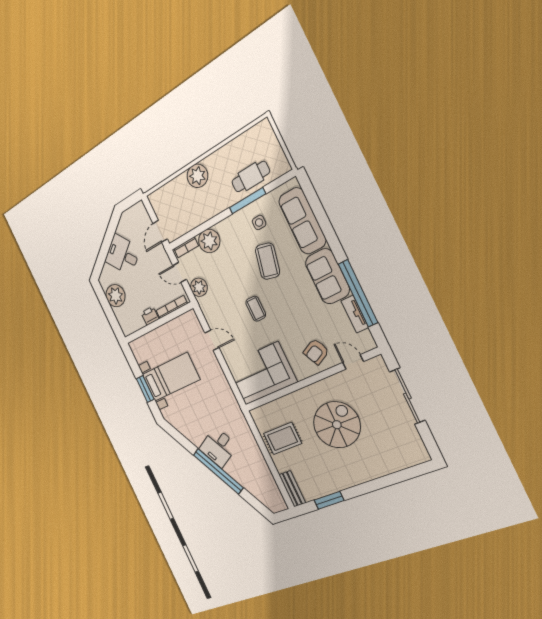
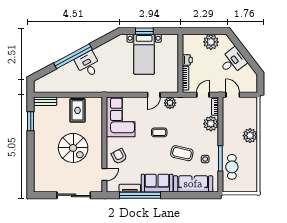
plant: (199, 287) -> (170, 103), moved

